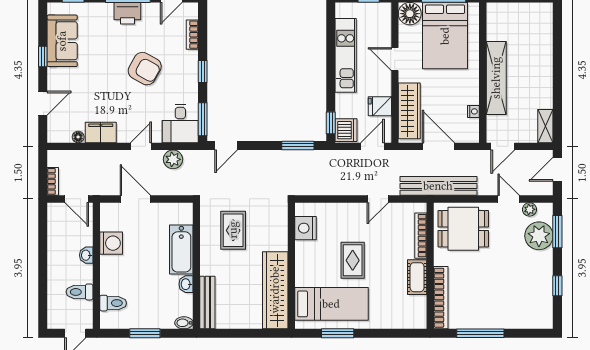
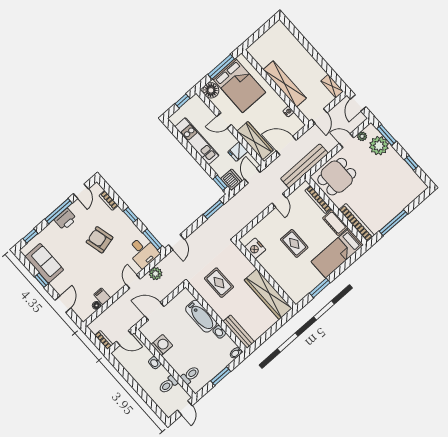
armchair: (145, 69) -> (100, 240), turned -133
filing cabinet: (101, 133) -> (102, 296), width x0.50
bed: (331, 304) -> (337, 253), moved, turned 180

